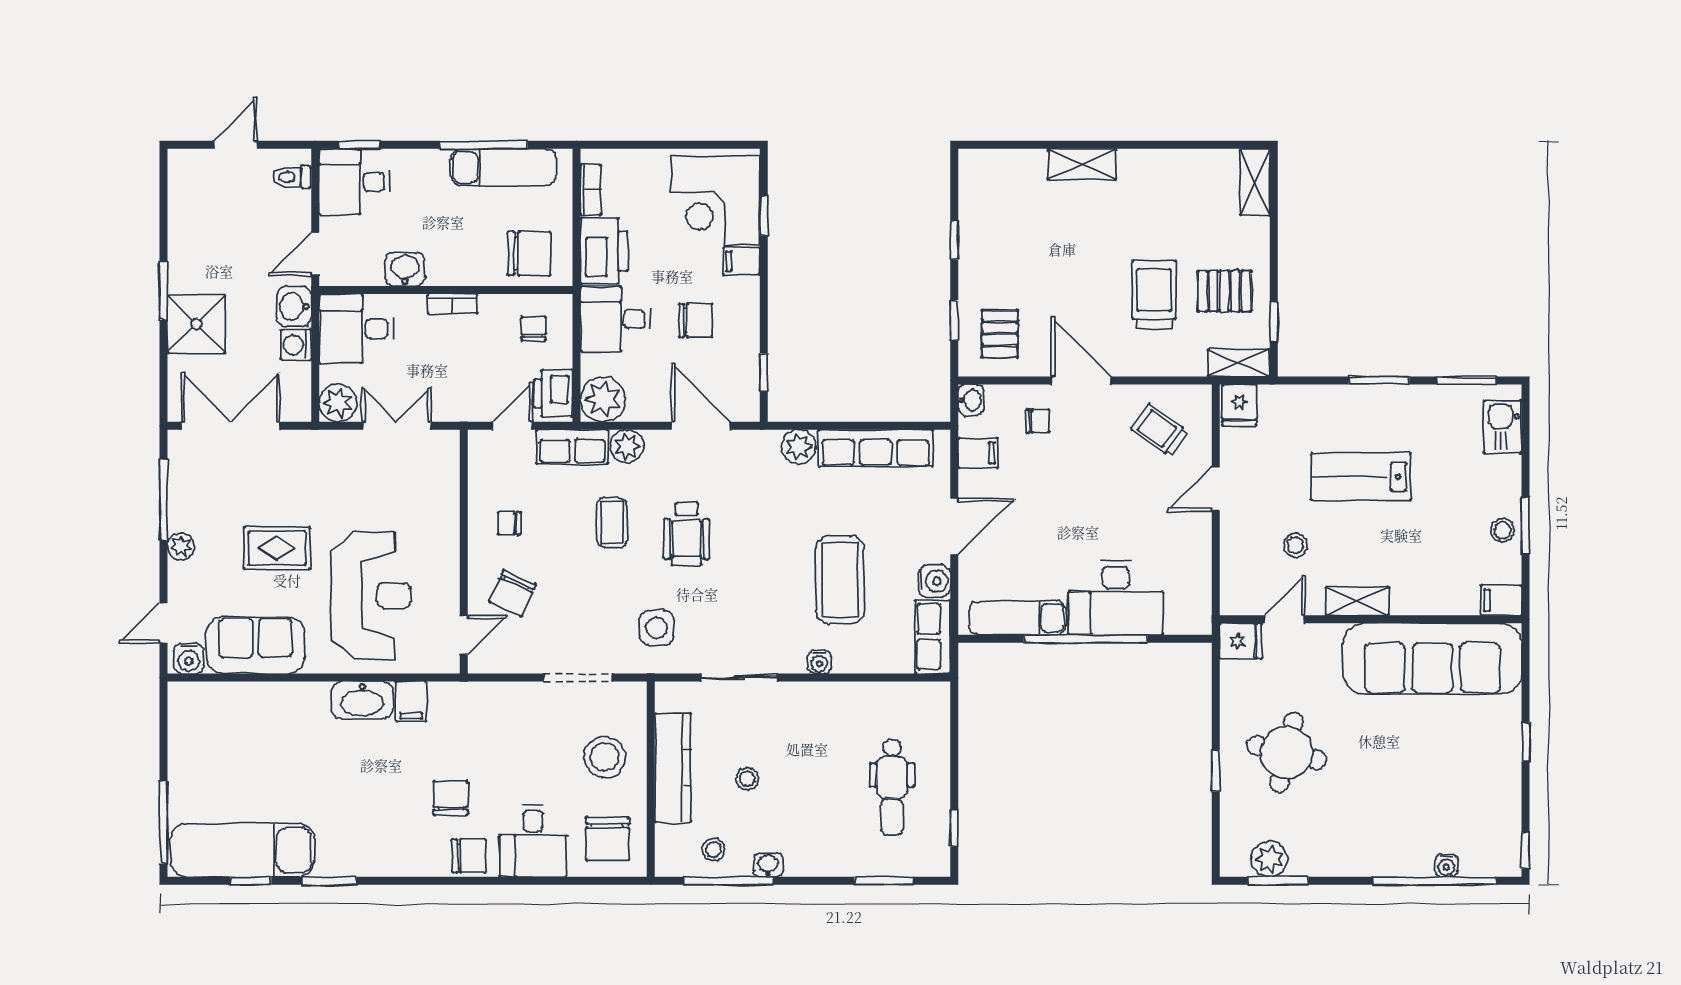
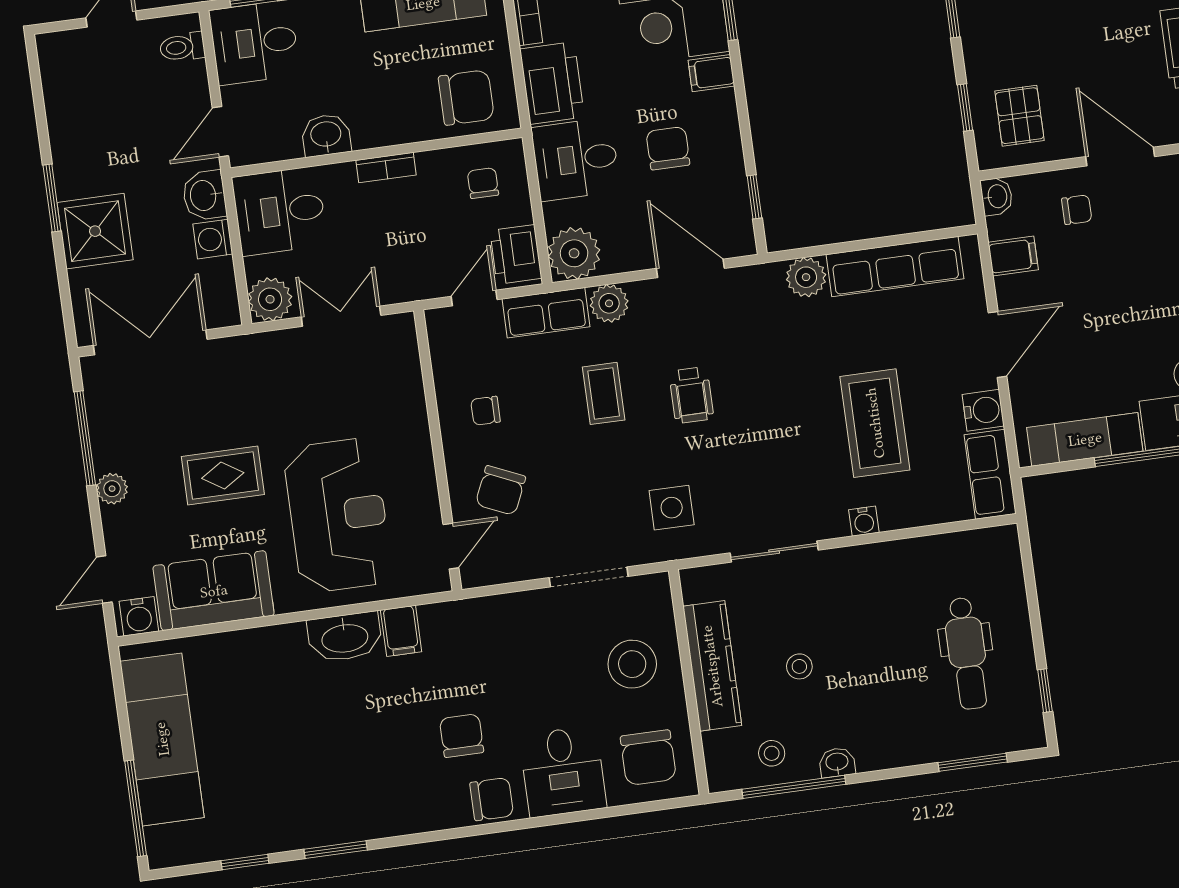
chair: (696, 320) -> (668, 148), turned -90
wheelchair: (687, 534) -> (691, 395), width x0.73, depth x0.73
exam couch: (242, 850) -> (162, 739), moved, turned 90

